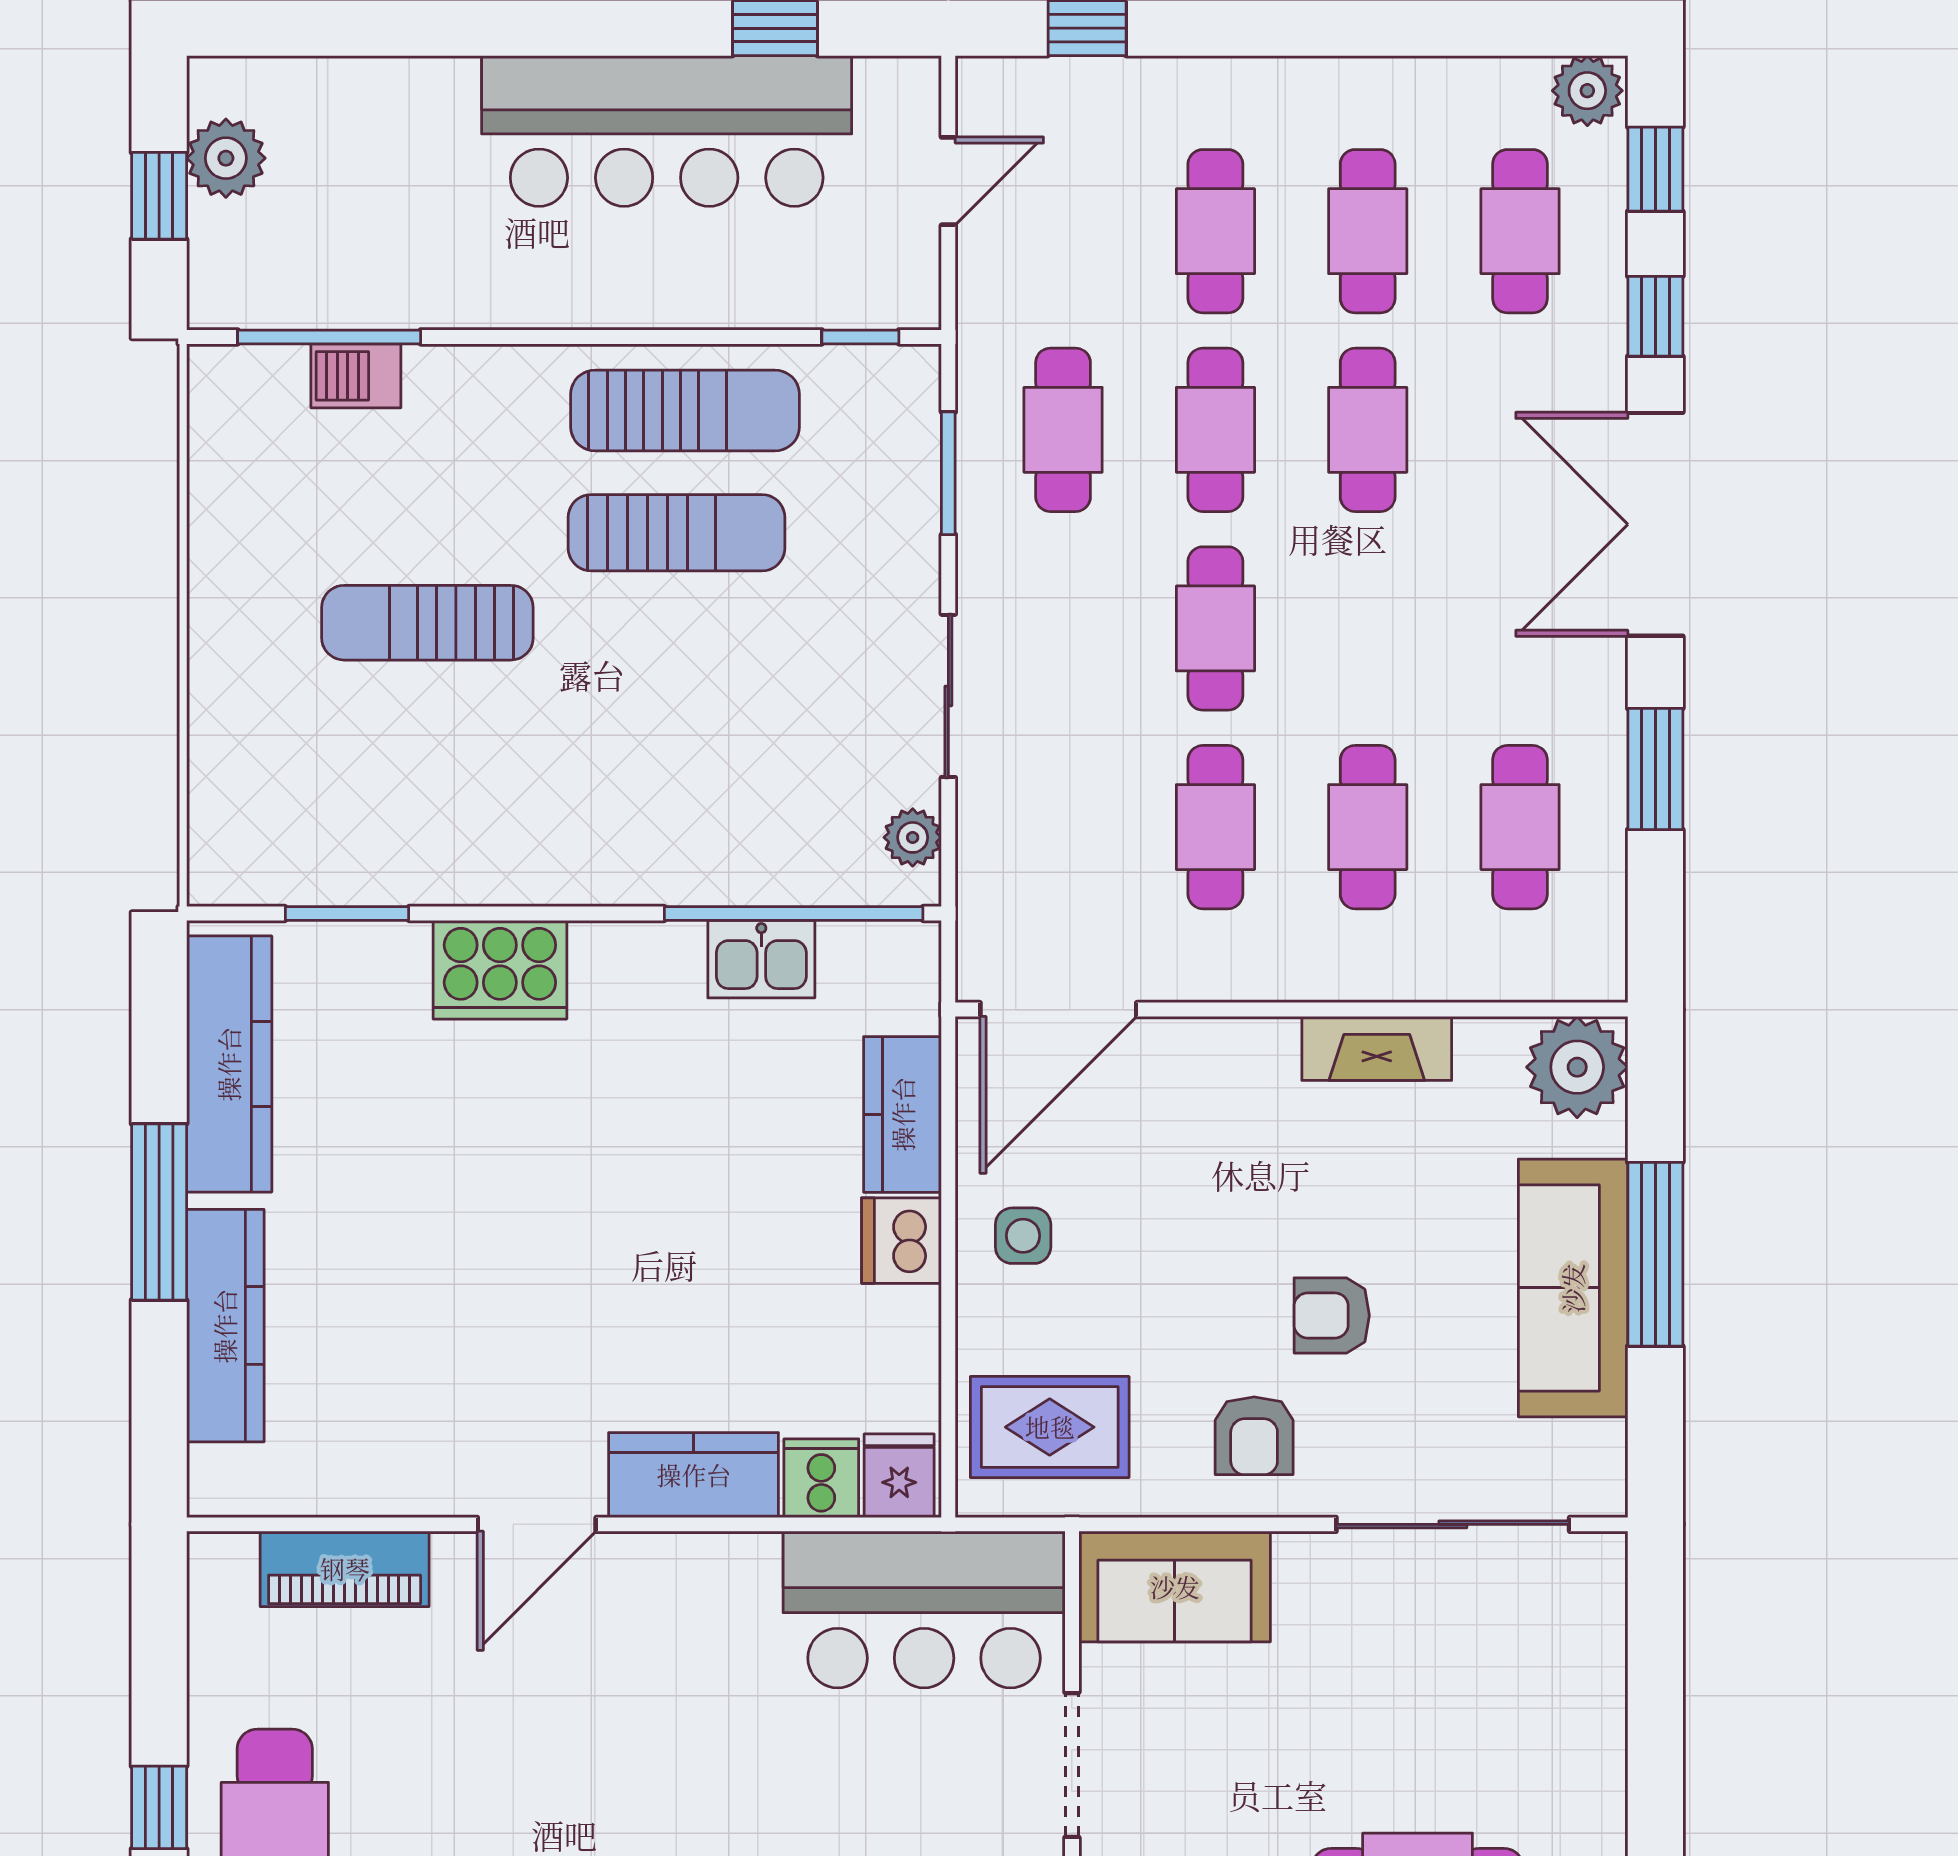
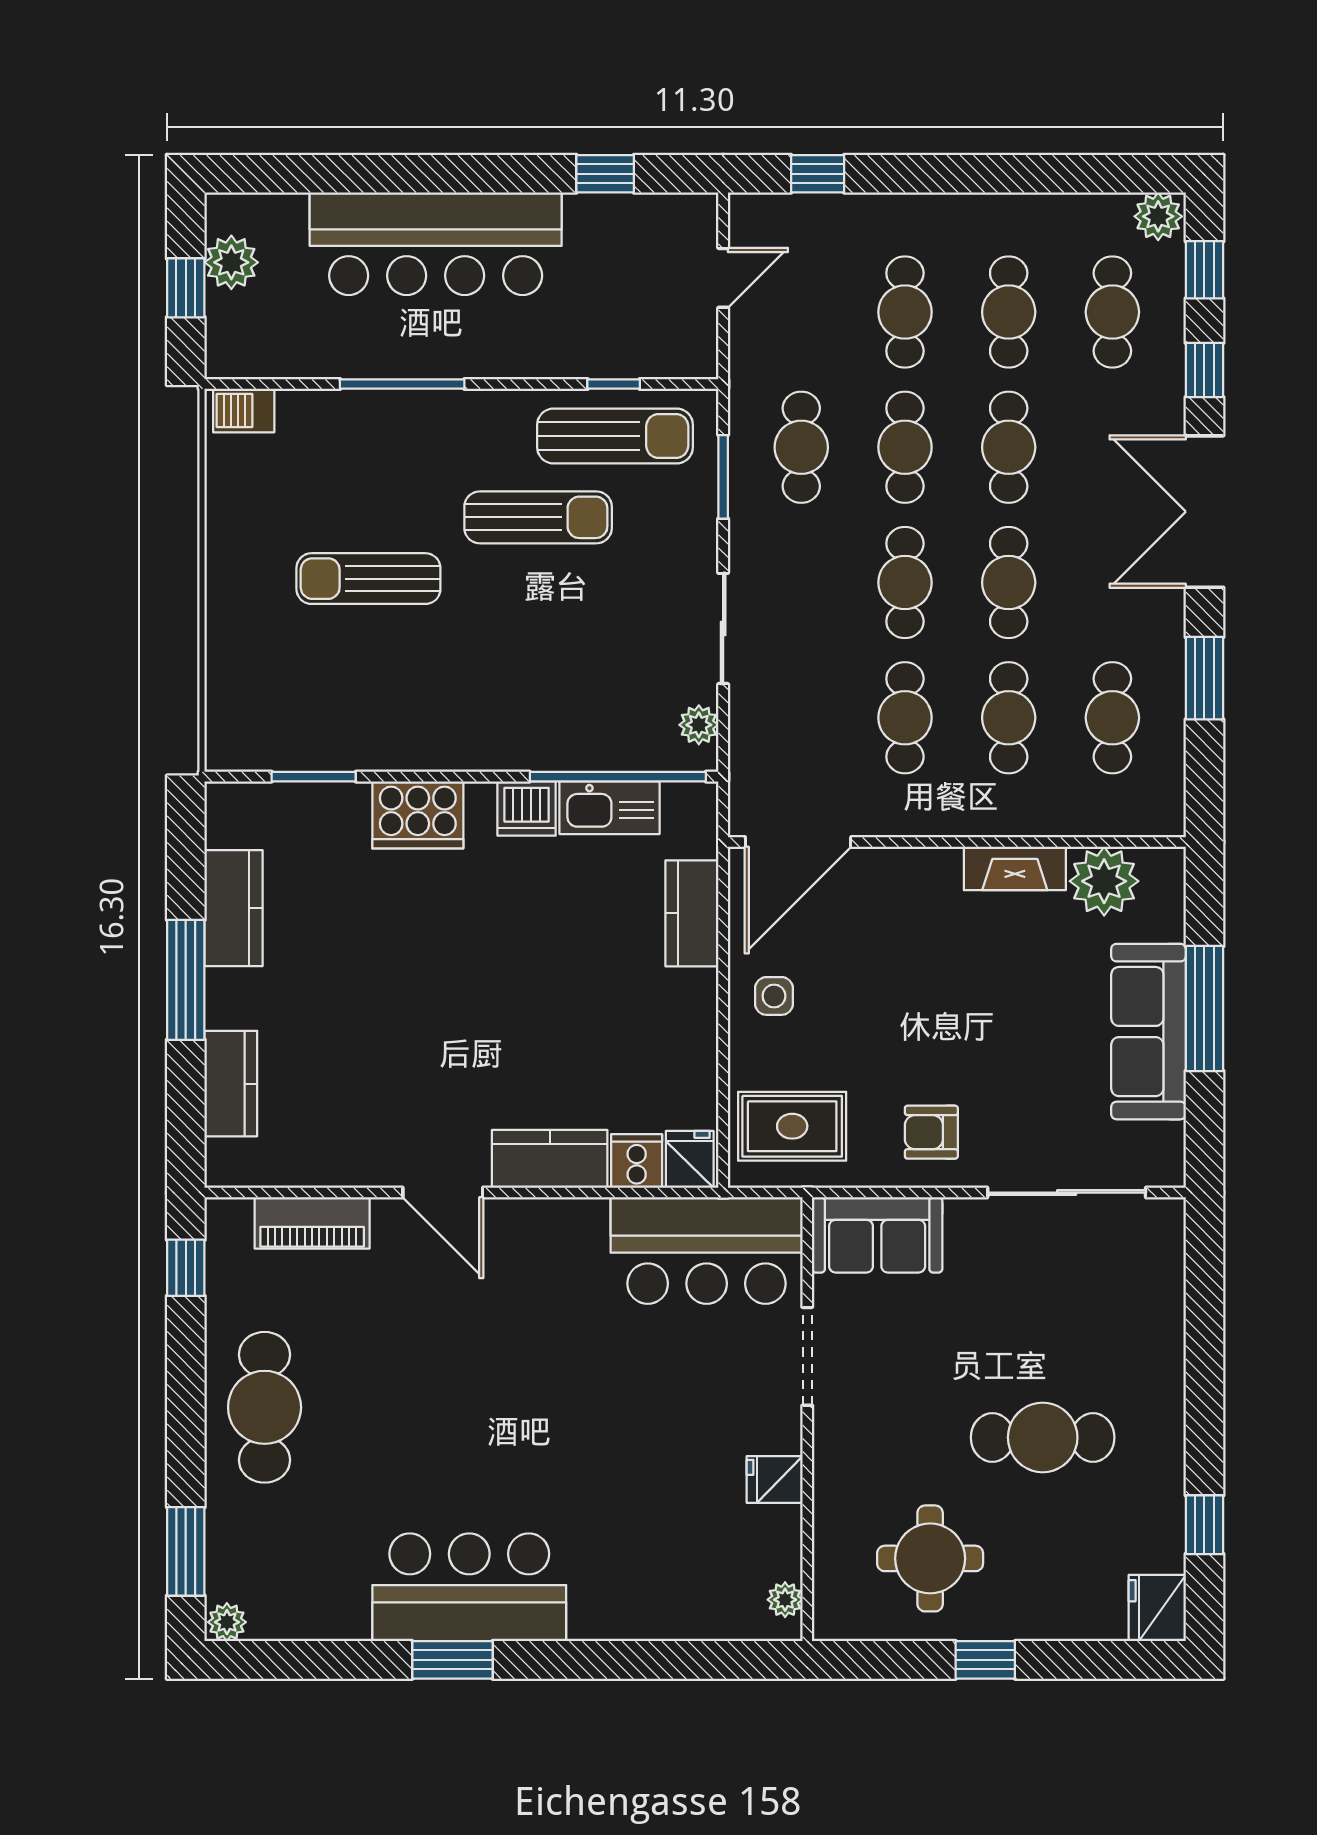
bar counter: (667, 131) -> (436, 244), moved
window: (329, 337) -> (402, 384), moved
window: (860, 337) -> (614, 384), moved
barbecue: (356, 376) -> (244, 410), moved
sun lounger: (685, 410) -> (615, 436), moved
cafe table: (1368, 628) -> (1009, 583), added
kitchen sink: (761, 959) -> (609, 808), width x1.38
kitchen counter: (229, 1064) -> (233, 908), width x0.67
plant: (1577, 1067) -> (1104, 881), moved
dishwasher: (902, 1241) -> (527, 808), moved, turned -90
armchair: (1332, 1315) -> (984, 1050), removed
kitchen counter: (225, 1326) -> (231, 1084), width x0.67
armchair: (1254, 1436) -> (931, 1132), turned 90
door: (537, 1524) -> (443, 1193), hinge flipped
window: (159, 1807) -> (186, 1268), moved

